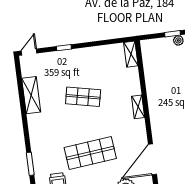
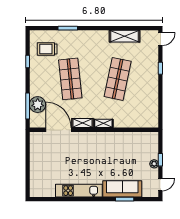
door: (29, 52) -> (160, 39), hinge flipped
shelving: (131, 54) -> (83, 123), moved
shop shelf: (83, 97) -> (118, 79), width x1.43, depth x1.36

